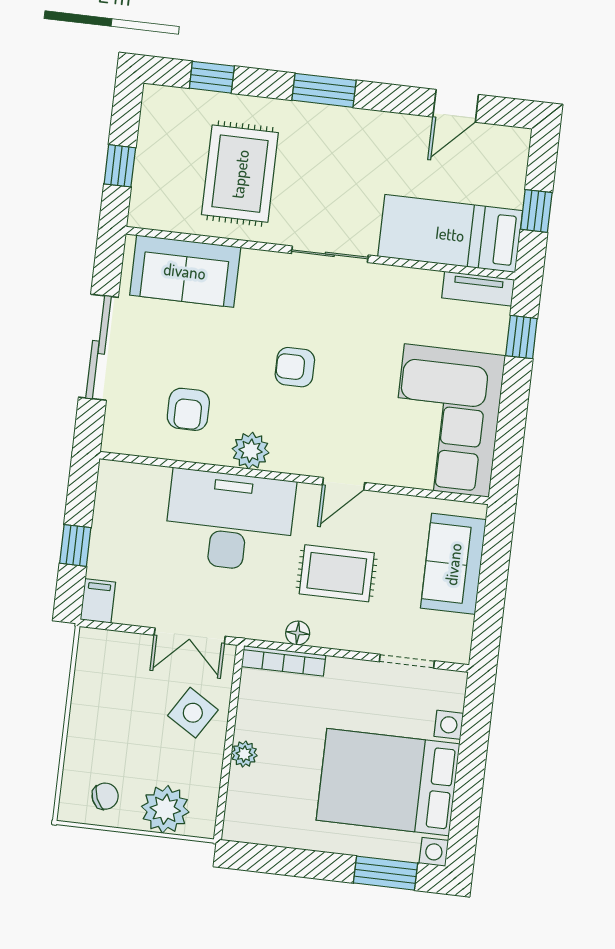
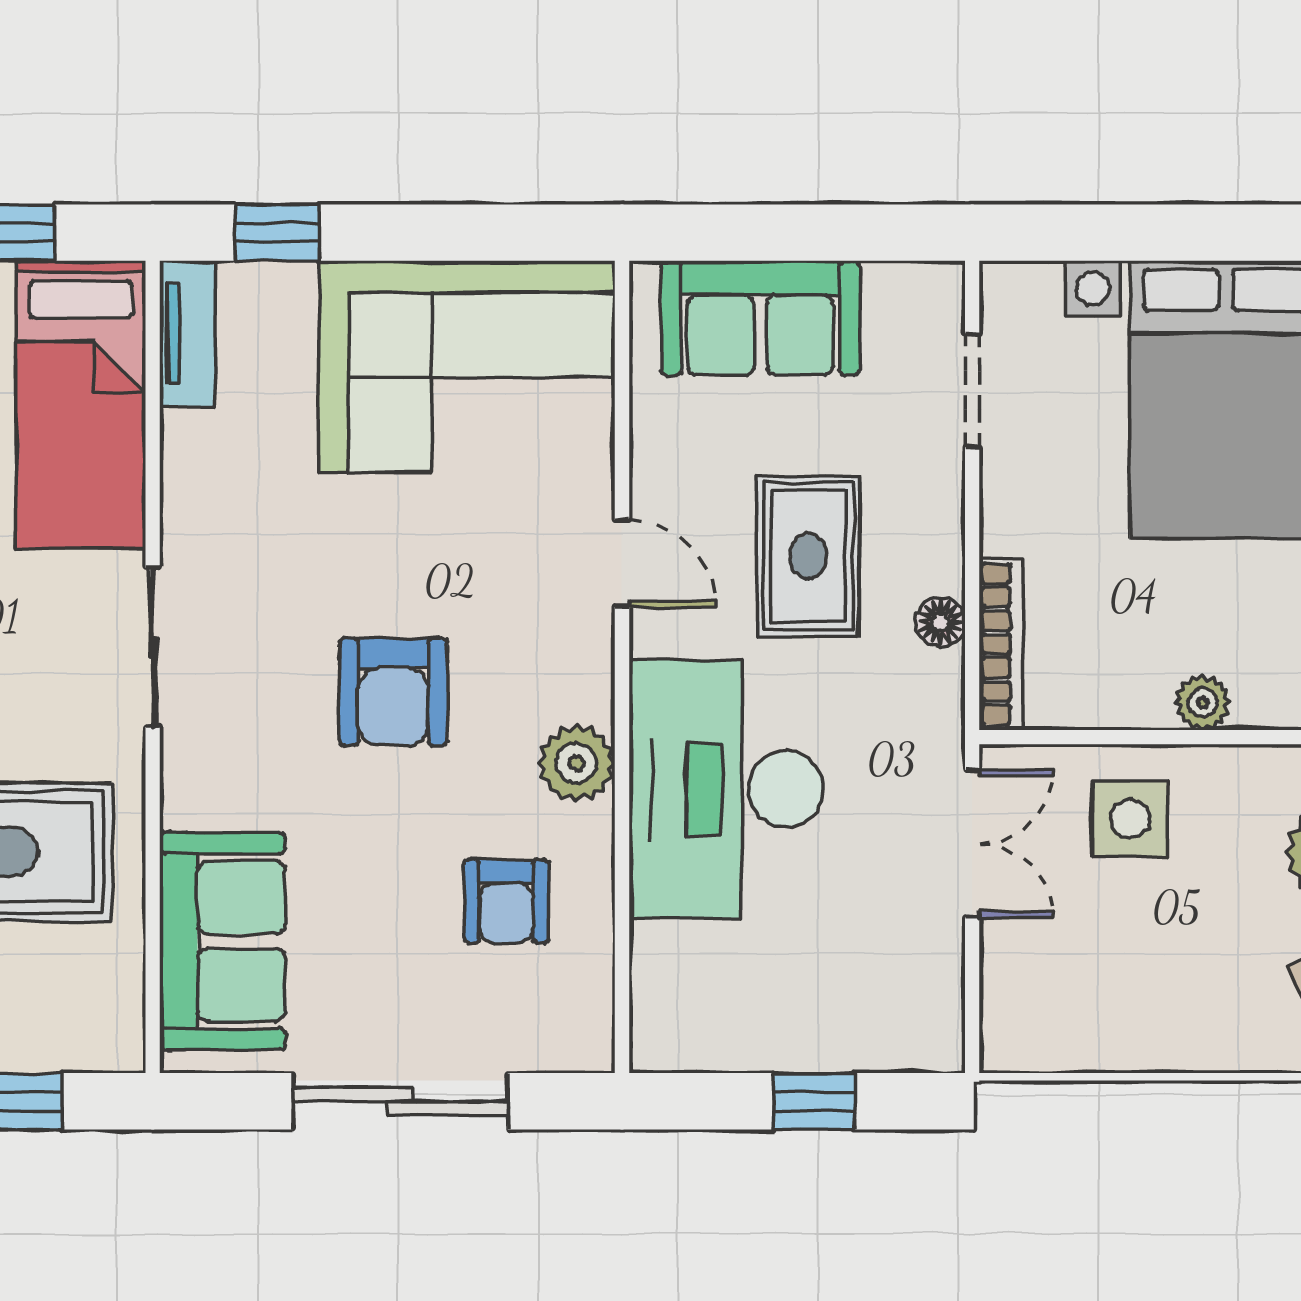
armchair: (295, 367) -> (394, 692), width x1.38, depth x1.38
armchair: (188, 409) -> (506, 901), turned 90
filing cabinet: (98, 601) -> (923, 1041), removed
side table: (193, 713) -> (1130, 819), turned -32

